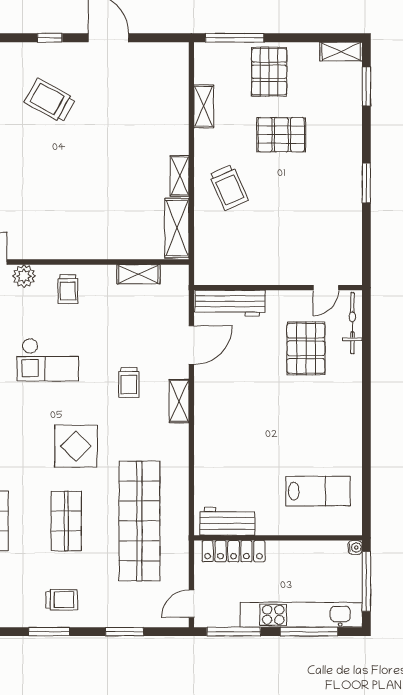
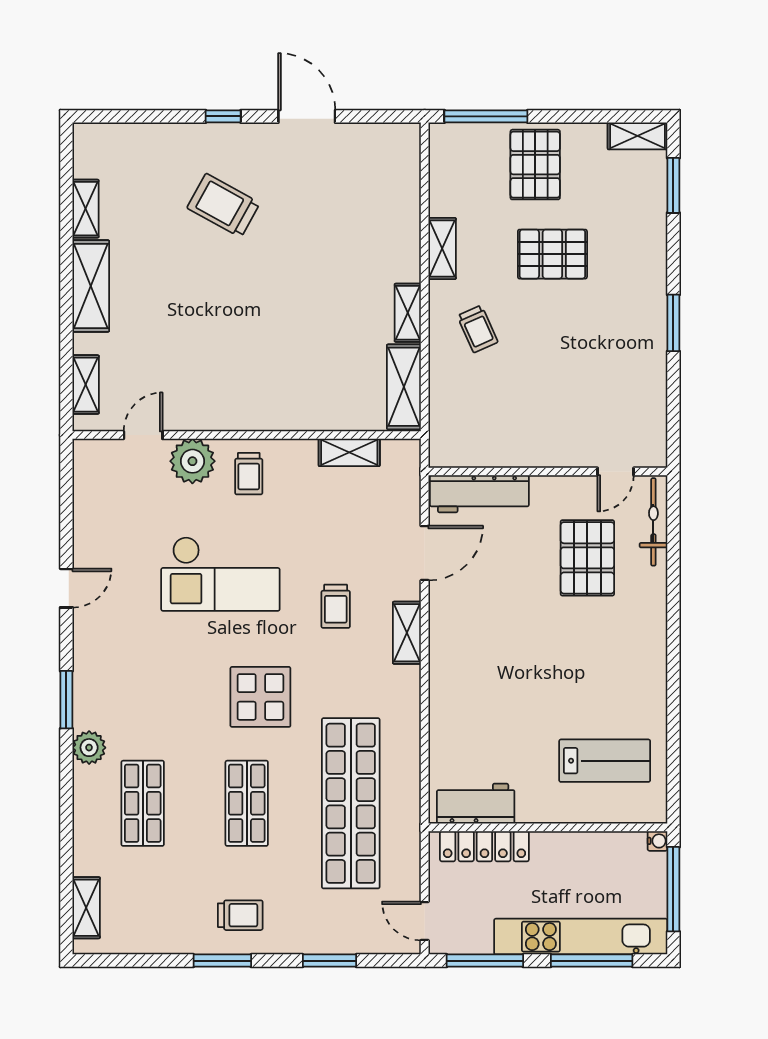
shelving: (204, 106) -> (442, 249), moved
trolley: (229, 187) -> (478, 329), width x0.73, depth x0.72
plant: (24, 276) -> (192, 461), width x1.36, depth x1.36
checkout: (48, 360) -> (220, 574), width x1.36, depth x1.21
door: (191, 604) -> (425, 921), hinge flipped

